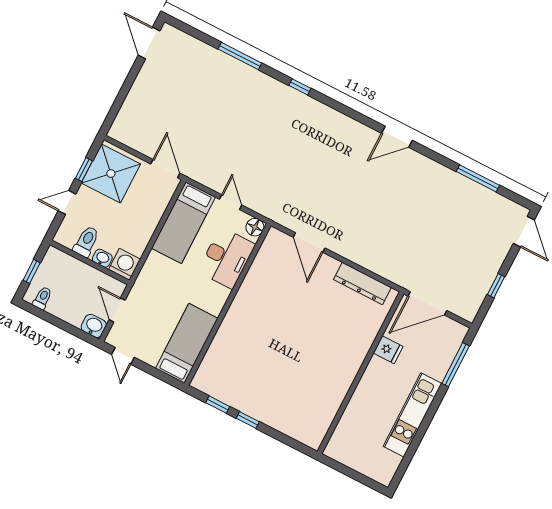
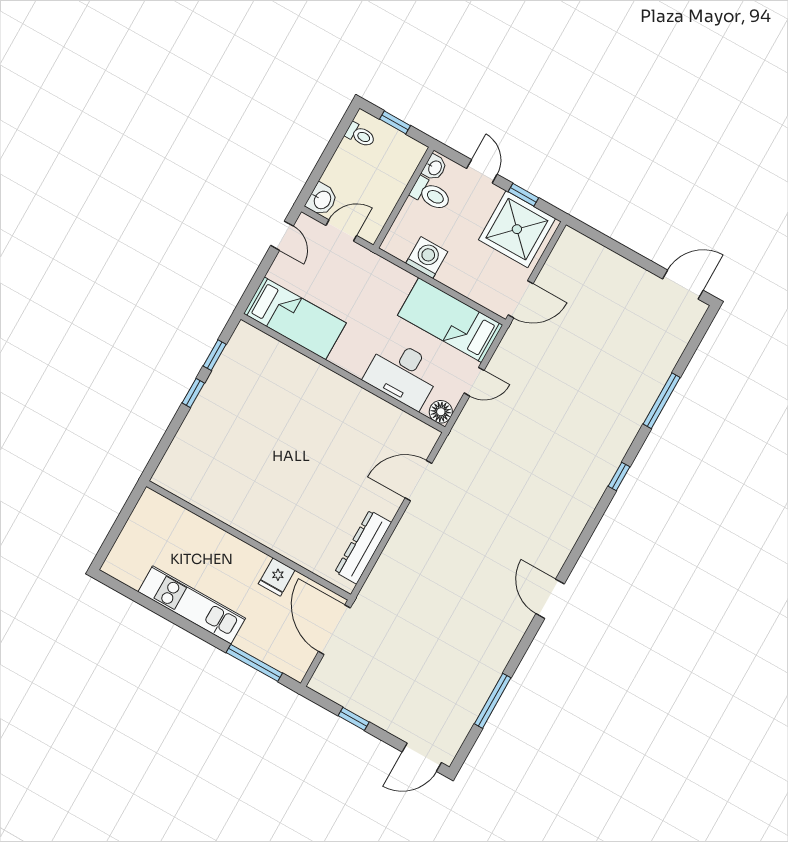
washbasin: (102, 258) -> (435, 168), moved
washing machine: (125, 264) -> (427, 258), moved, turned -90
door: (123, 356) -> (282, 236), swing flipped

